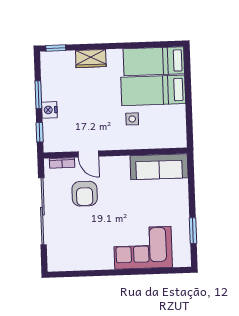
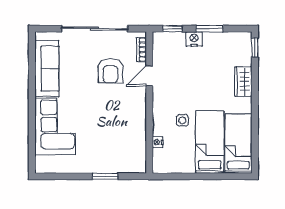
nightstand: (155, 143) -> (158, 142), added
sofa: (159, 167) -> (47, 69), moved, turned 180
armchair: (85, 194) -> (110, 71), turned -90
window: (193, 231) -> (105, 176), moved

